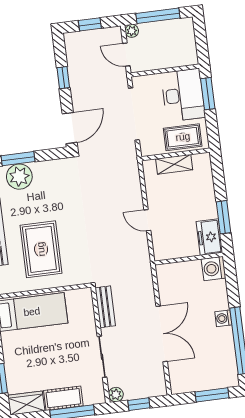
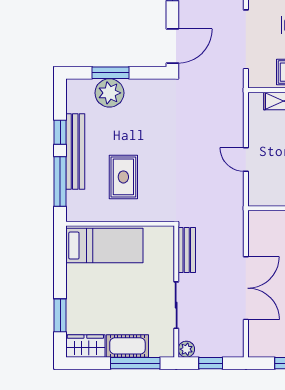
rug: (41, 249) -> (123, 177), width x0.73, depth x0.70

